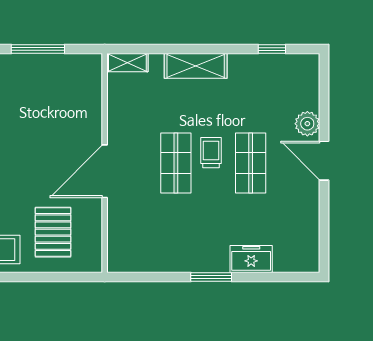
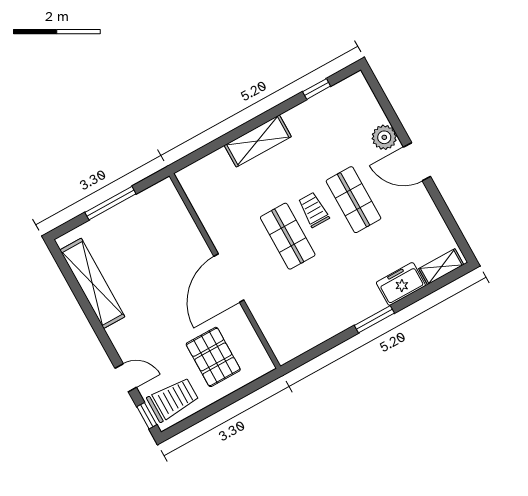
shelving: (127, 63) -> (441, 267), moved

